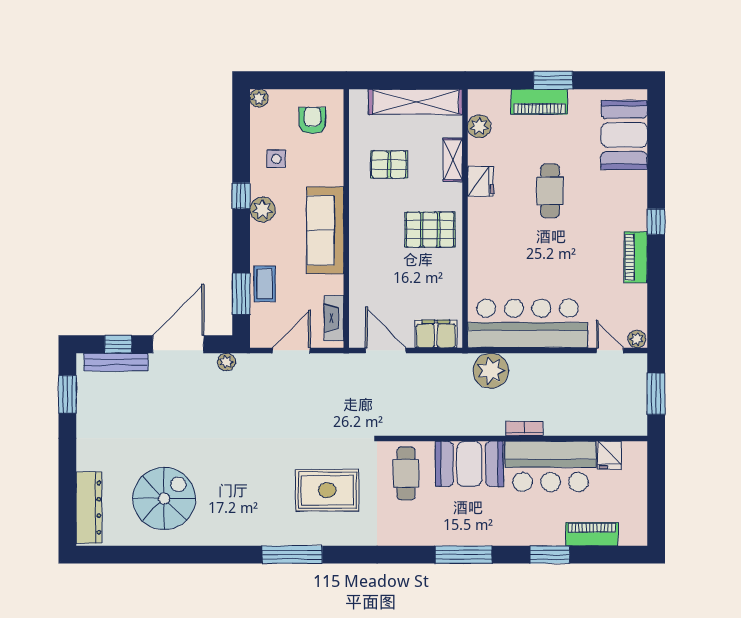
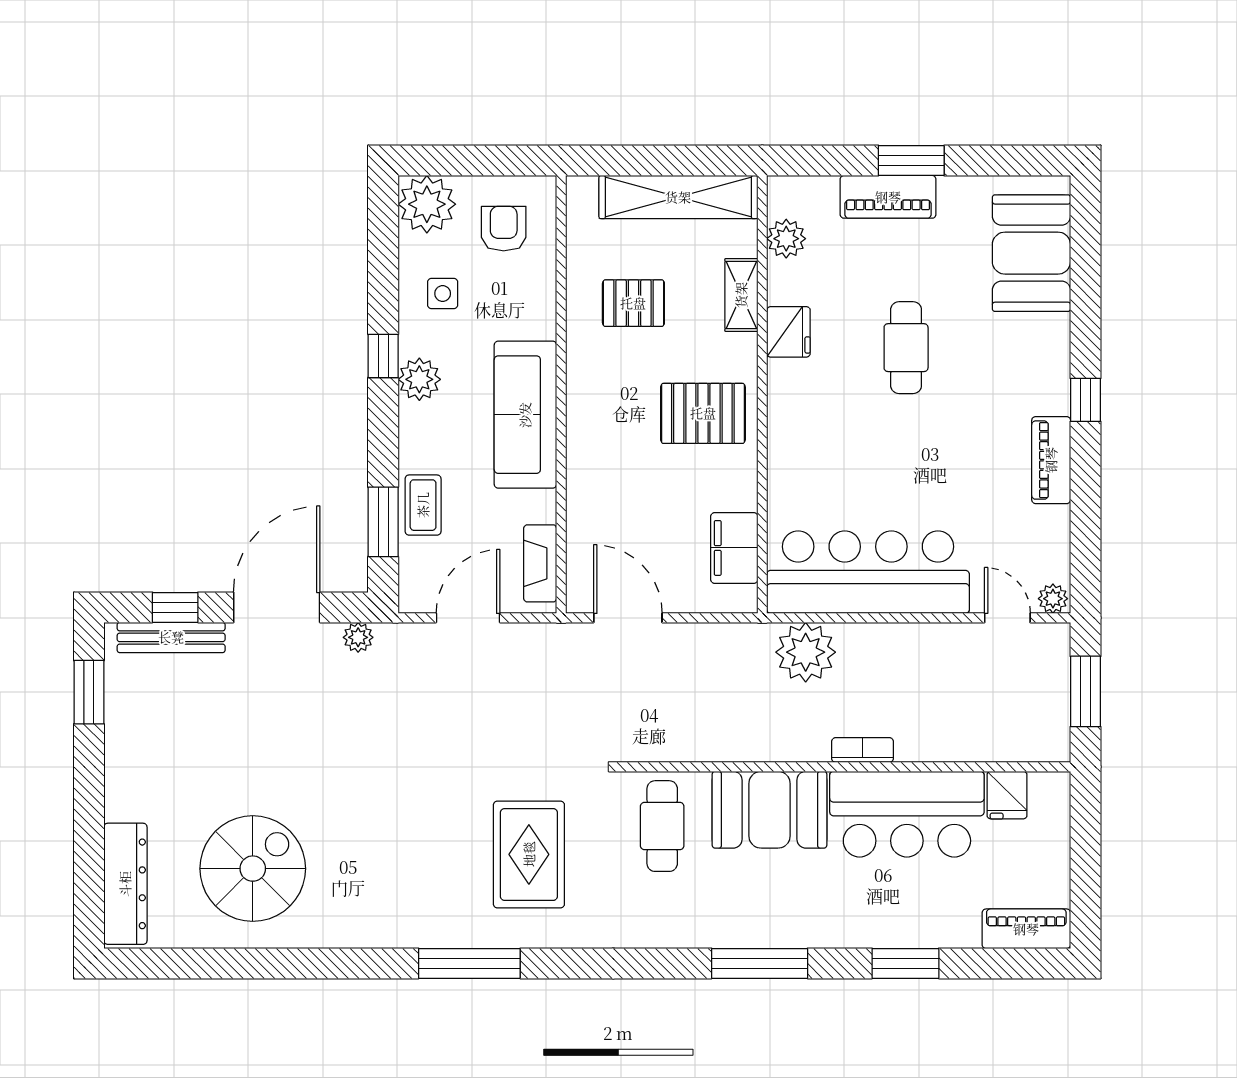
plant: (259, 98) -> (427, 204), width x1.88, depth x1.88
filing cabinet: (436, 334) -> (734, 548), moved, turned -90
rug: (327, 490) -> (529, 854), turned 90
piano: (592, 534) -> (1026, 929), moved

